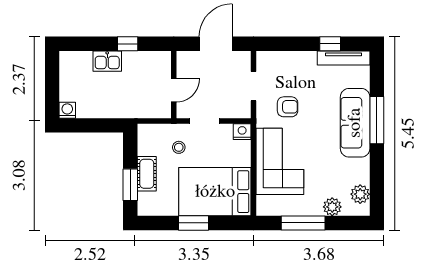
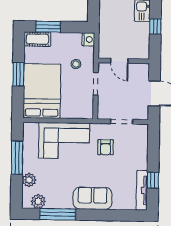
window: (377, 120) -> (58, 214), moved
sofa: (355, 123) -> (93, 198), width x0.73
nightstand: (242, 132) -> (88, 39), moved
cot: (147, 174) -> (37, 39), moved

